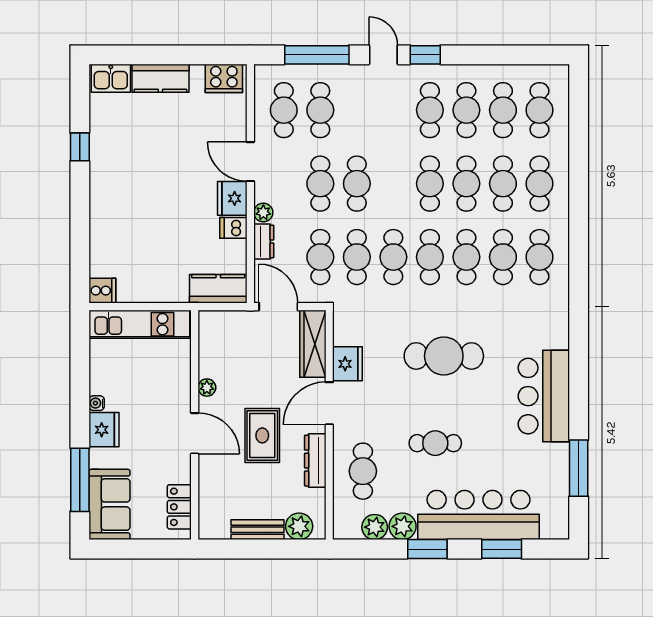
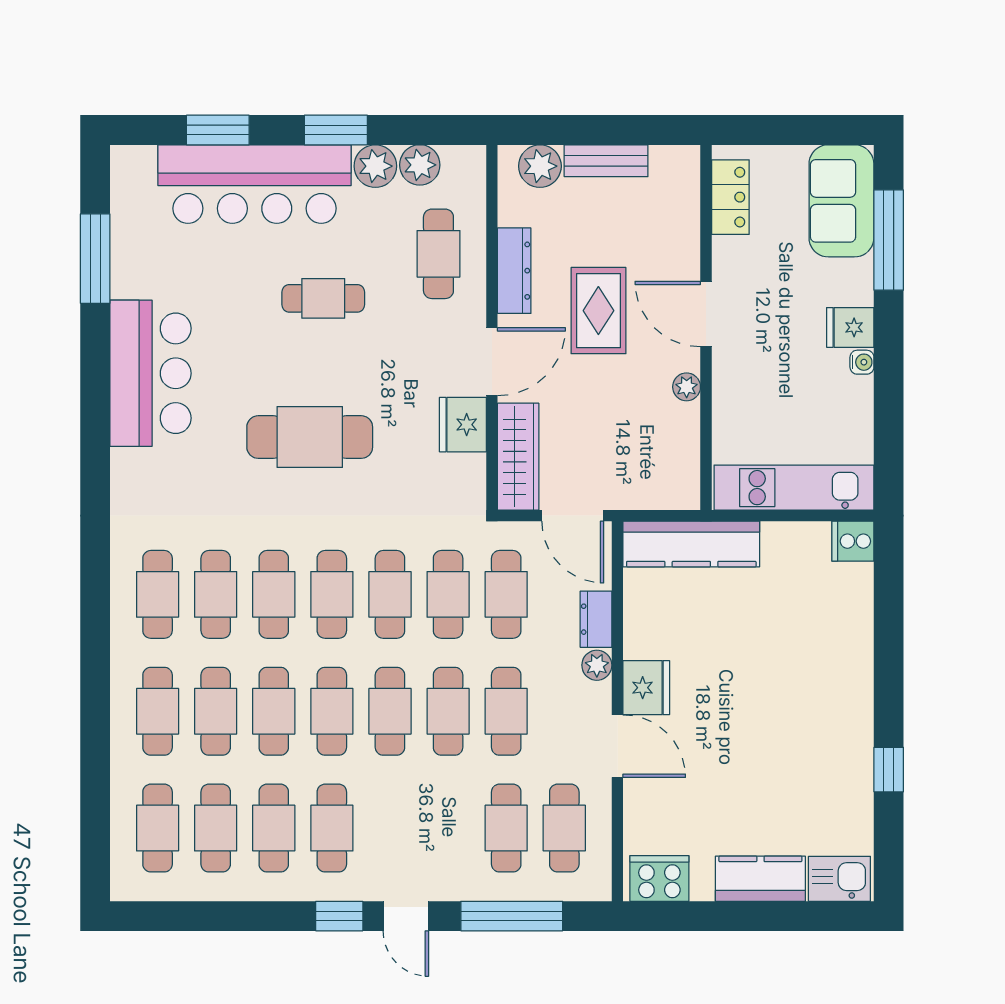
cafe table: (393, 184) -> (390, 711), added
dishwasher: (233, 228) -> (644, 641), removed
kitchen counter: (218, 289) -> (691, 544), width x1.50
fridge: (104, 430) -> (850, 327), width x0.72

